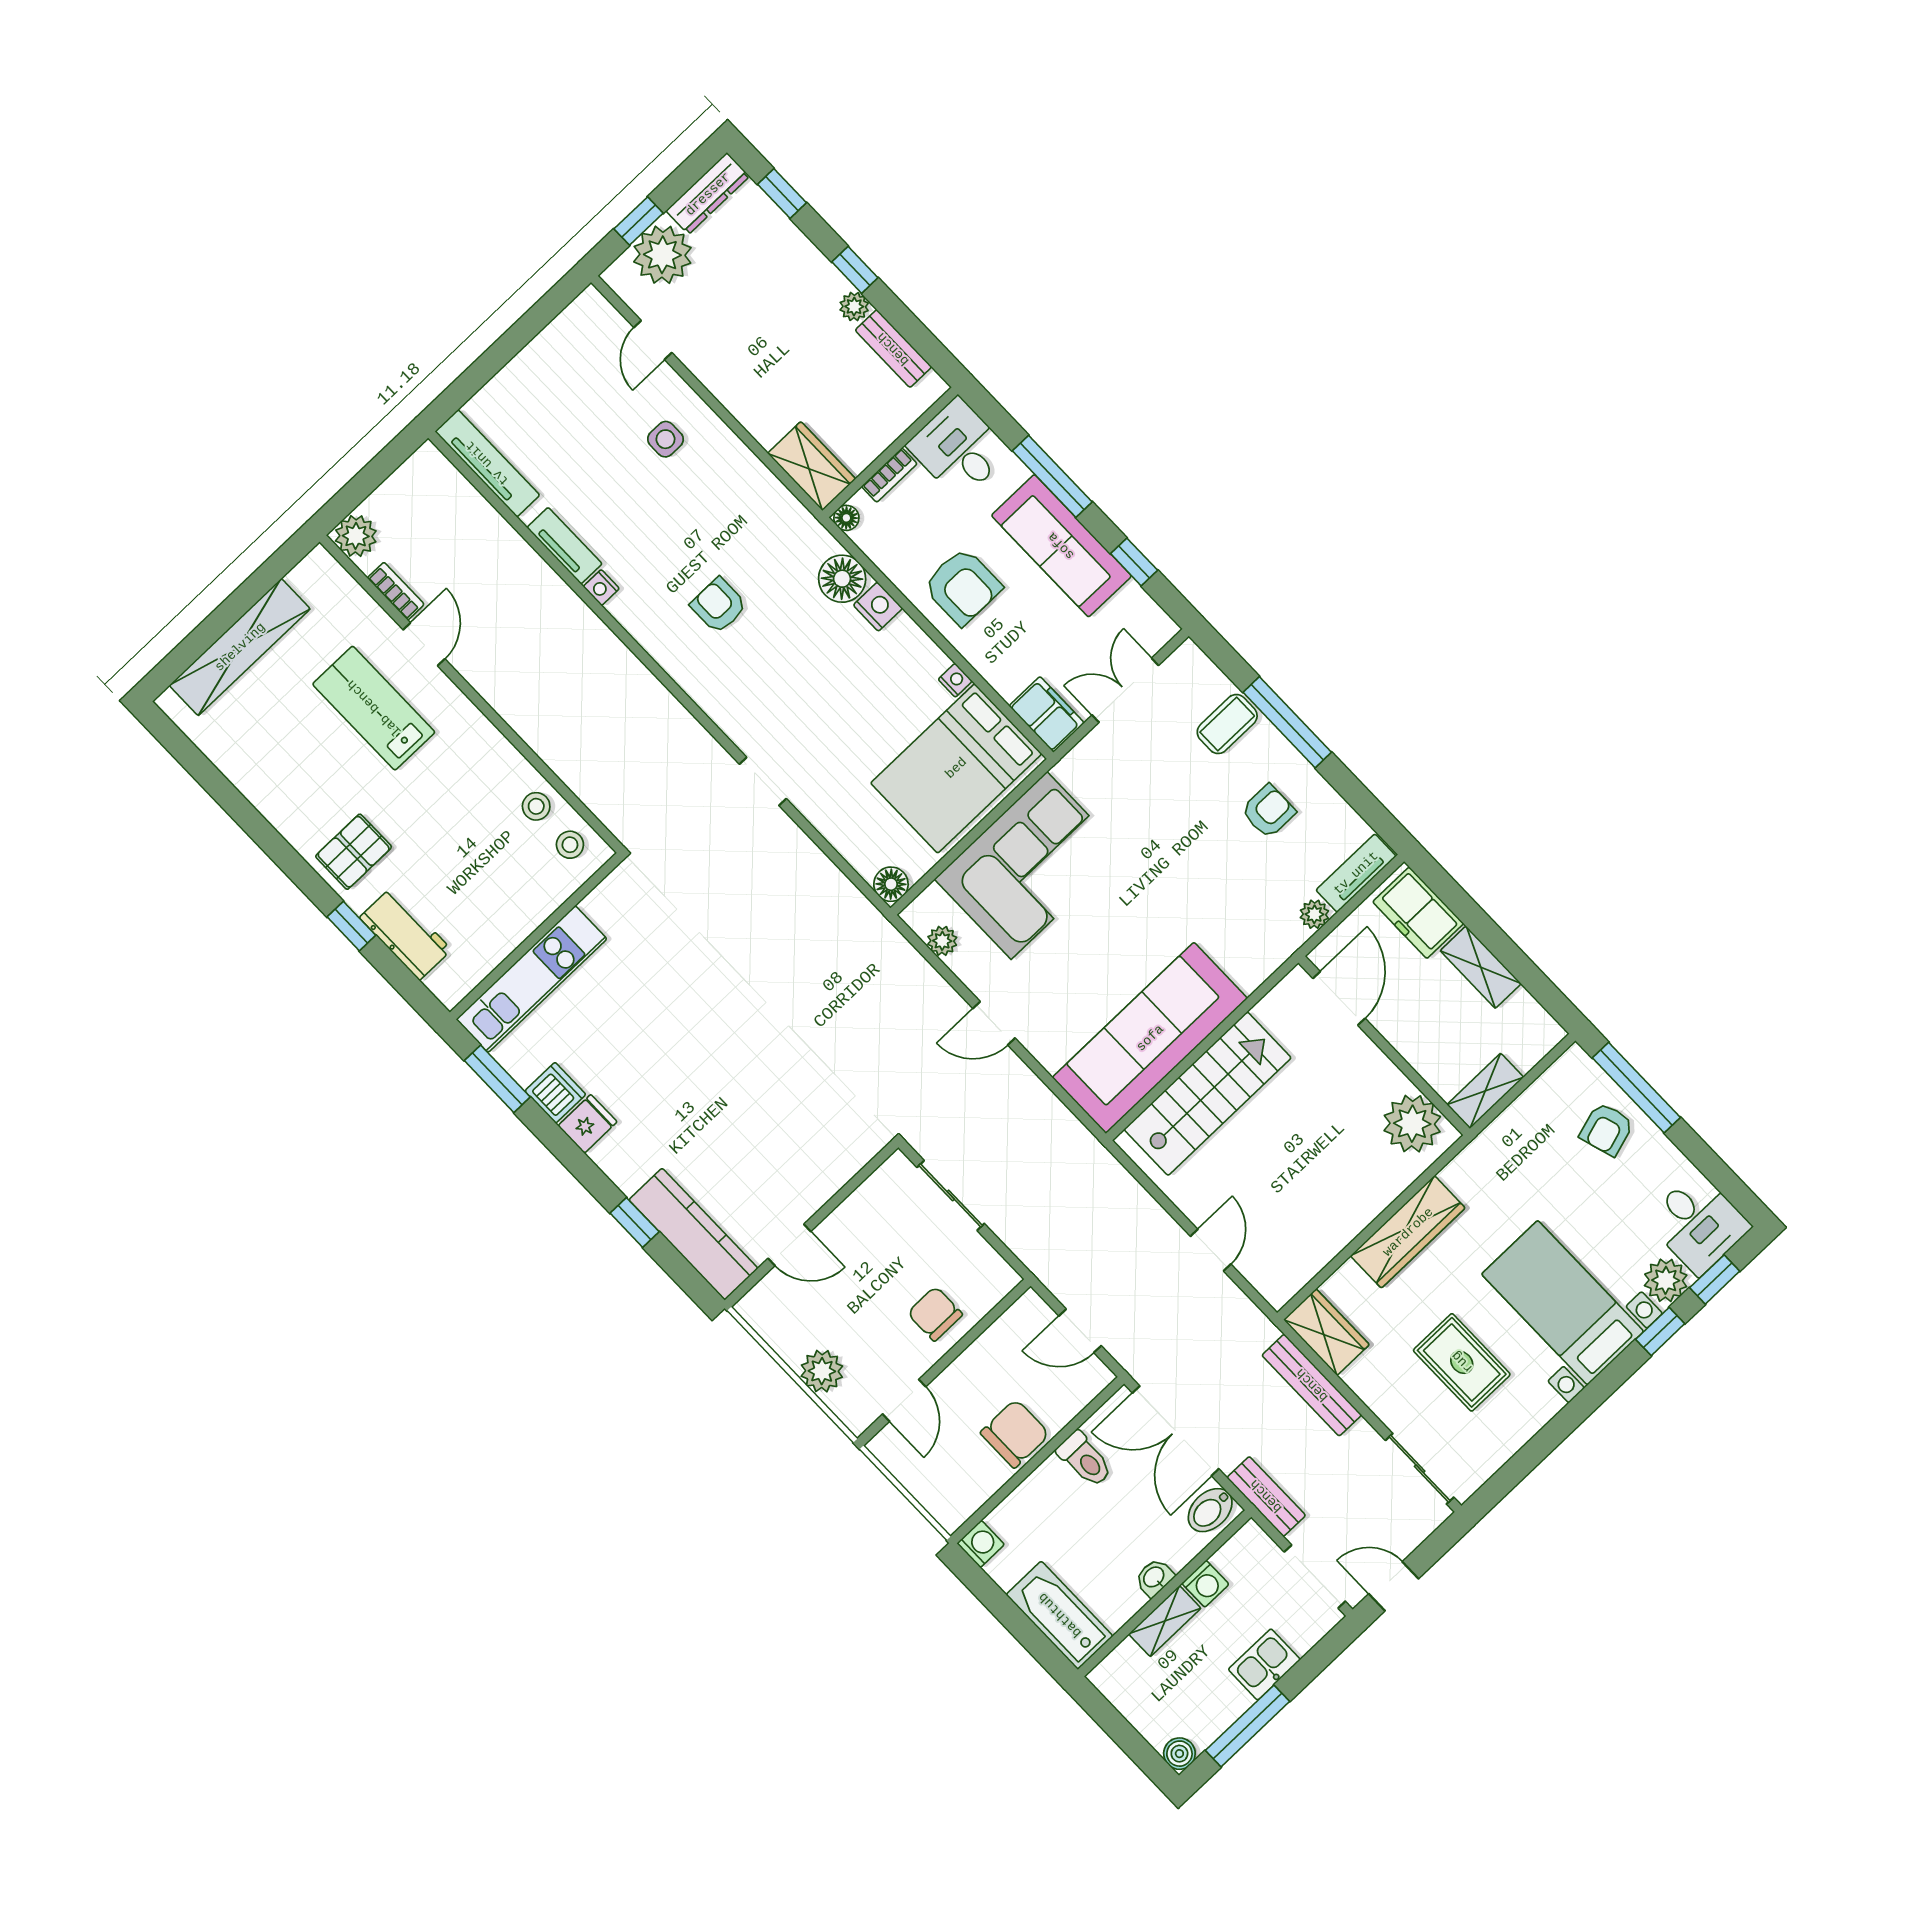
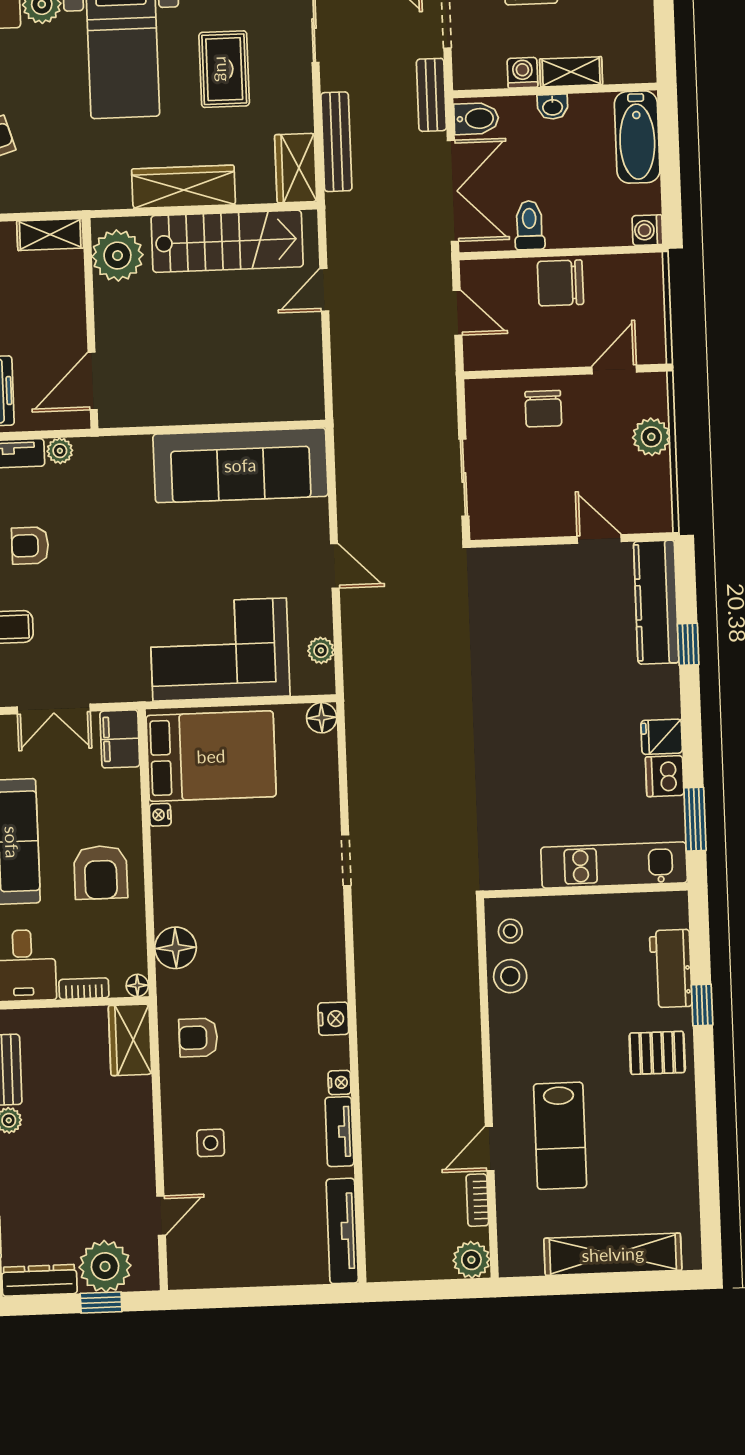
armchair: (963, 586) -> (101, 872), turned 180
armchair: (719, 605) -> (198, 1038), moved, turned 90
nightstand: (878, 607) -> (333, 1019), moved, turned 180
stool: (536, 806) -> (510, 976), width x1.37, depth x1.37
stairs: (1208, 1094) -> (227, 241), moved, turned 180

